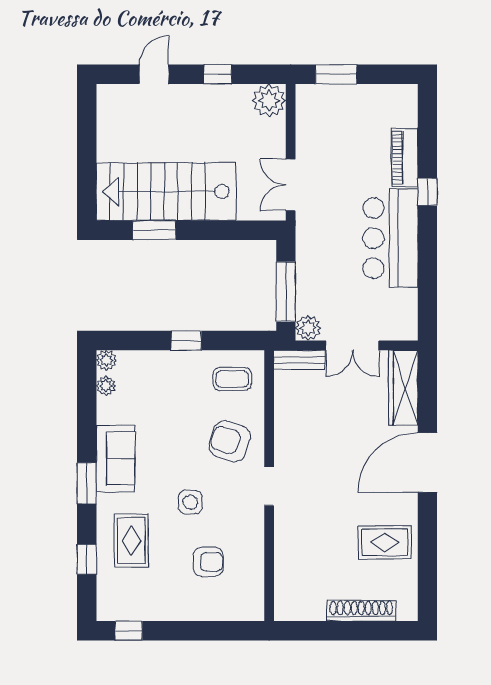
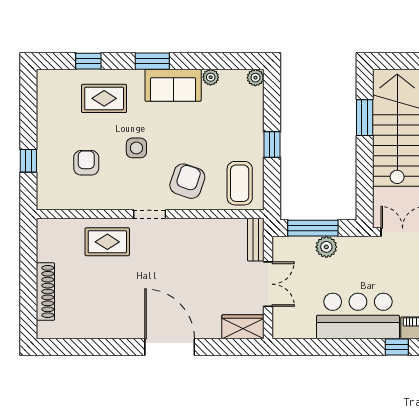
plant: (308, 328) -> (326, 247), moved
double door: (352, 345) -> (268, 284), swing flipped
coffee table: (232, 379) -> (240, 183), width x1.36, depth x1.30
plant: (106, 386) -> (211, 77), moved
wardrobe: (403, 388) -> (243, 327), width x0.67
rug: (385, 542) -> (107, 242), moved, turned 90
armchair: (208, 562) -> (86, 163), turned 180
window: (129, 631) -> (28, 161), moved

